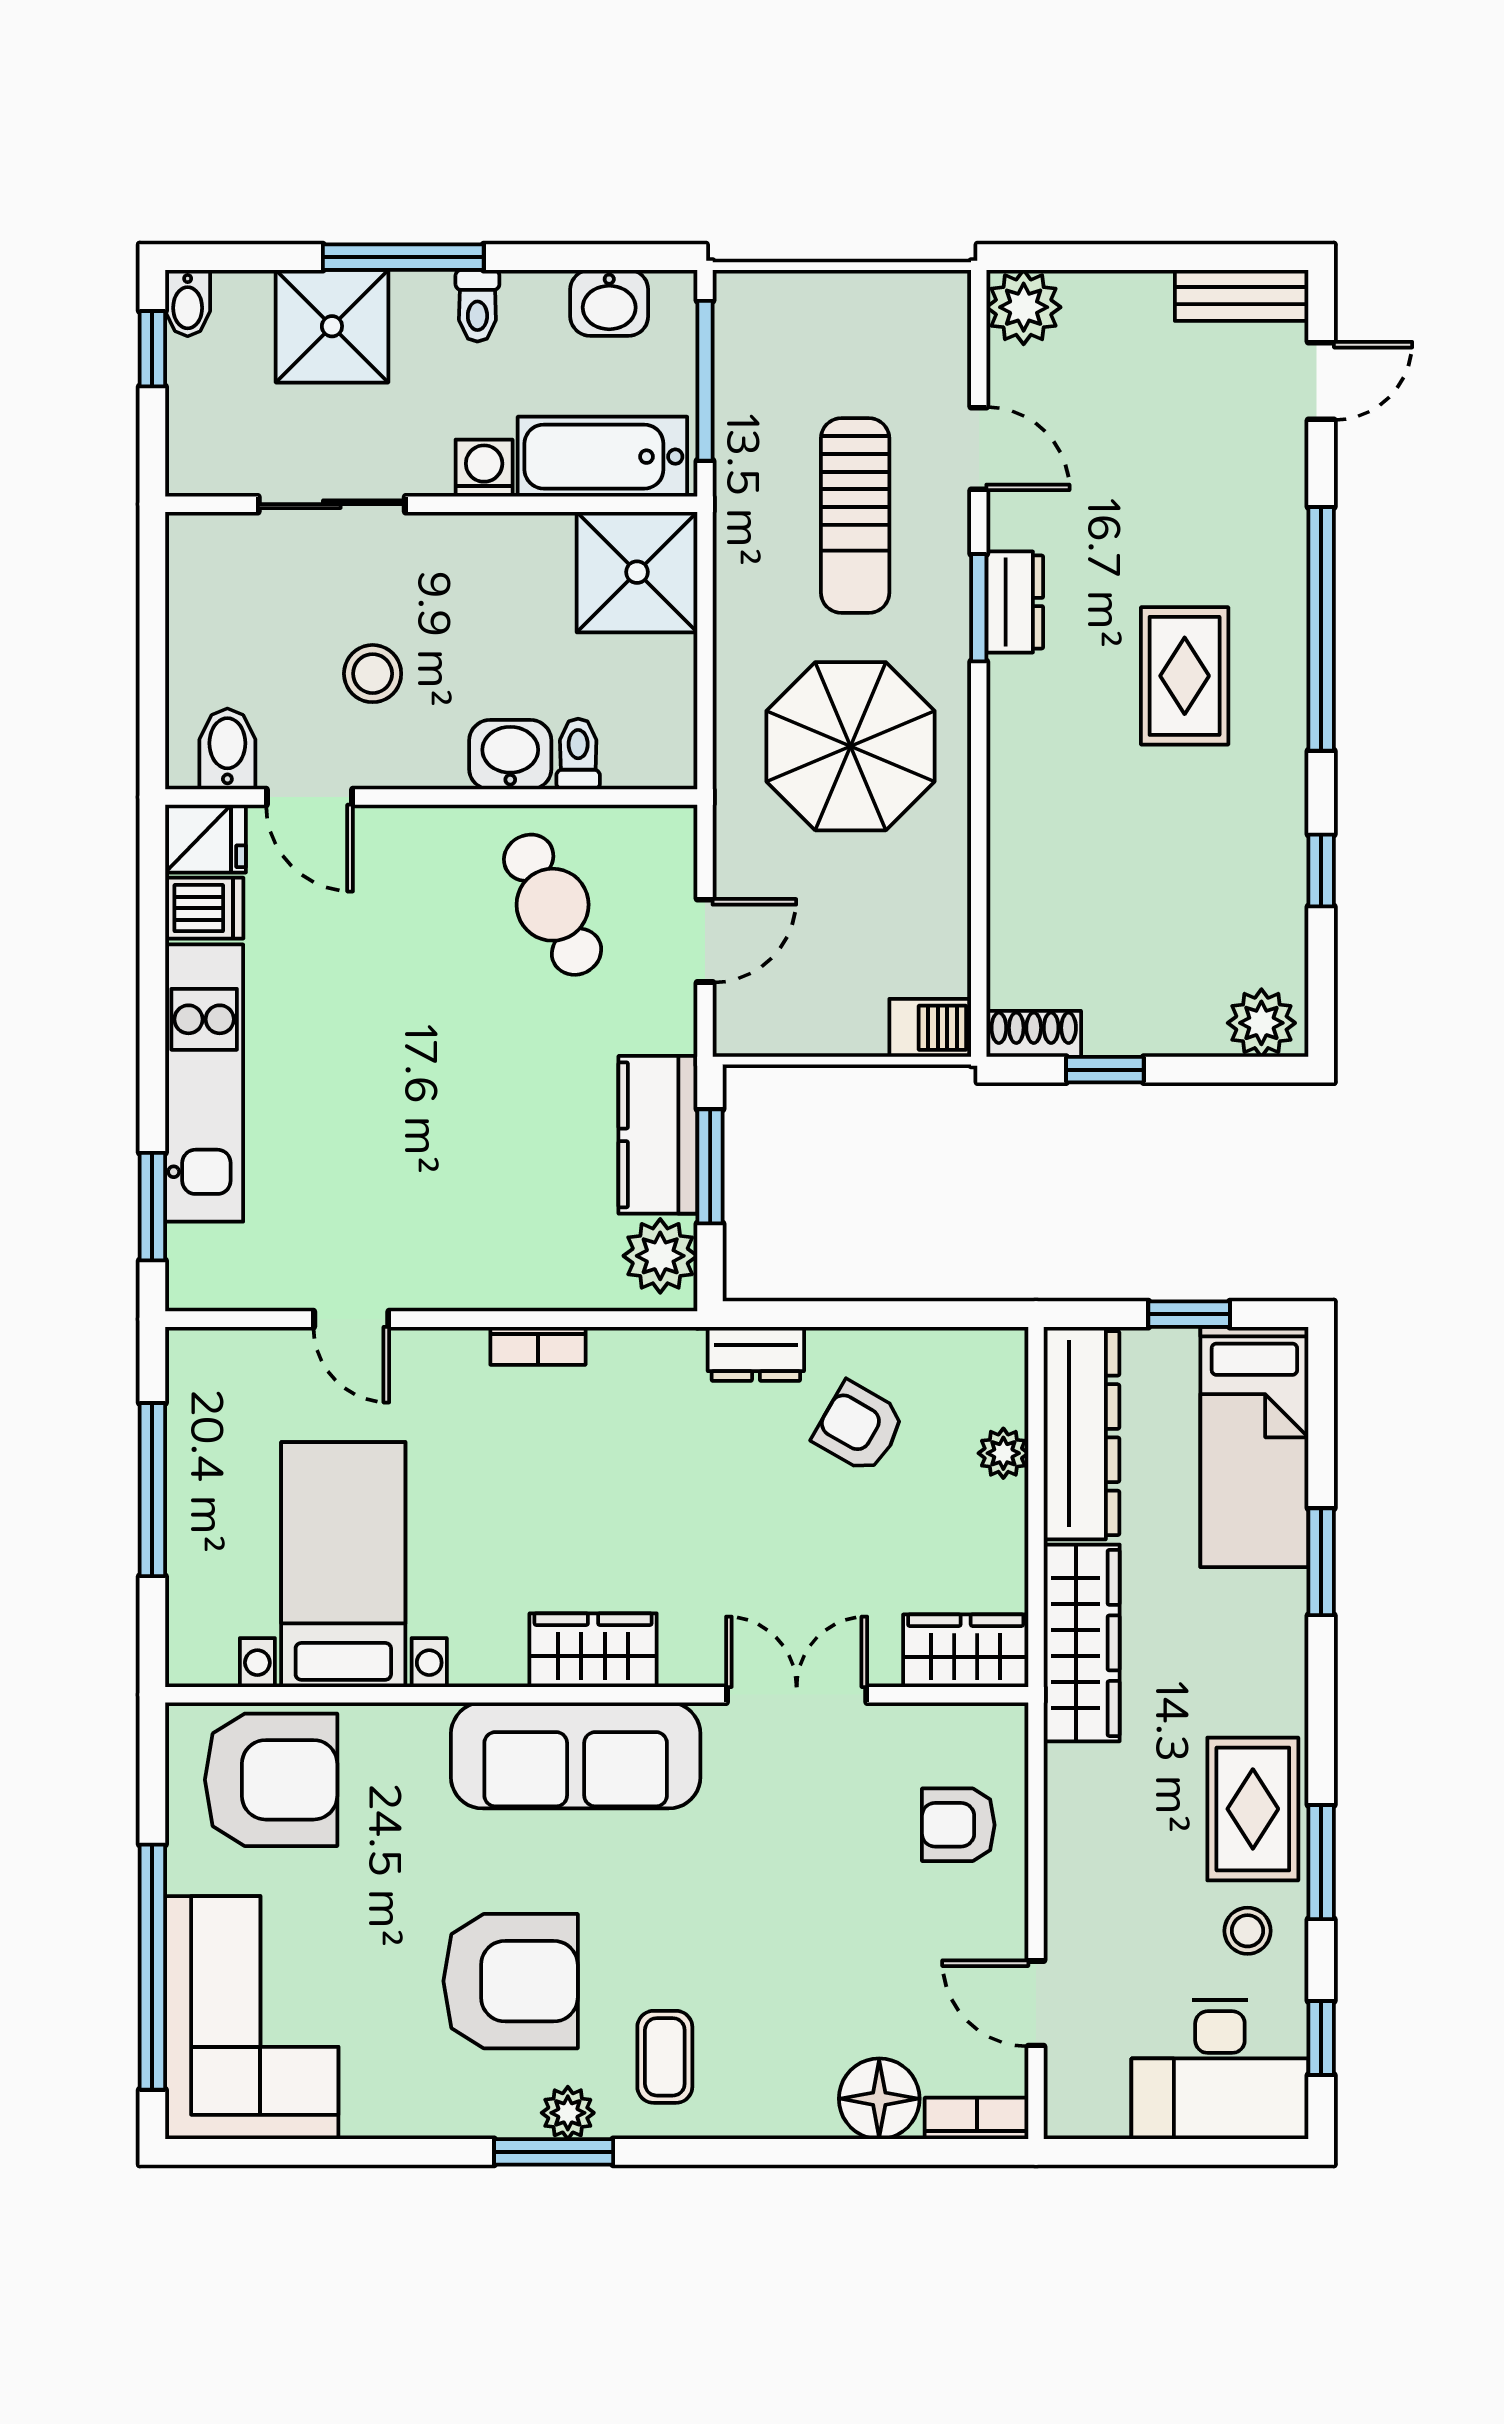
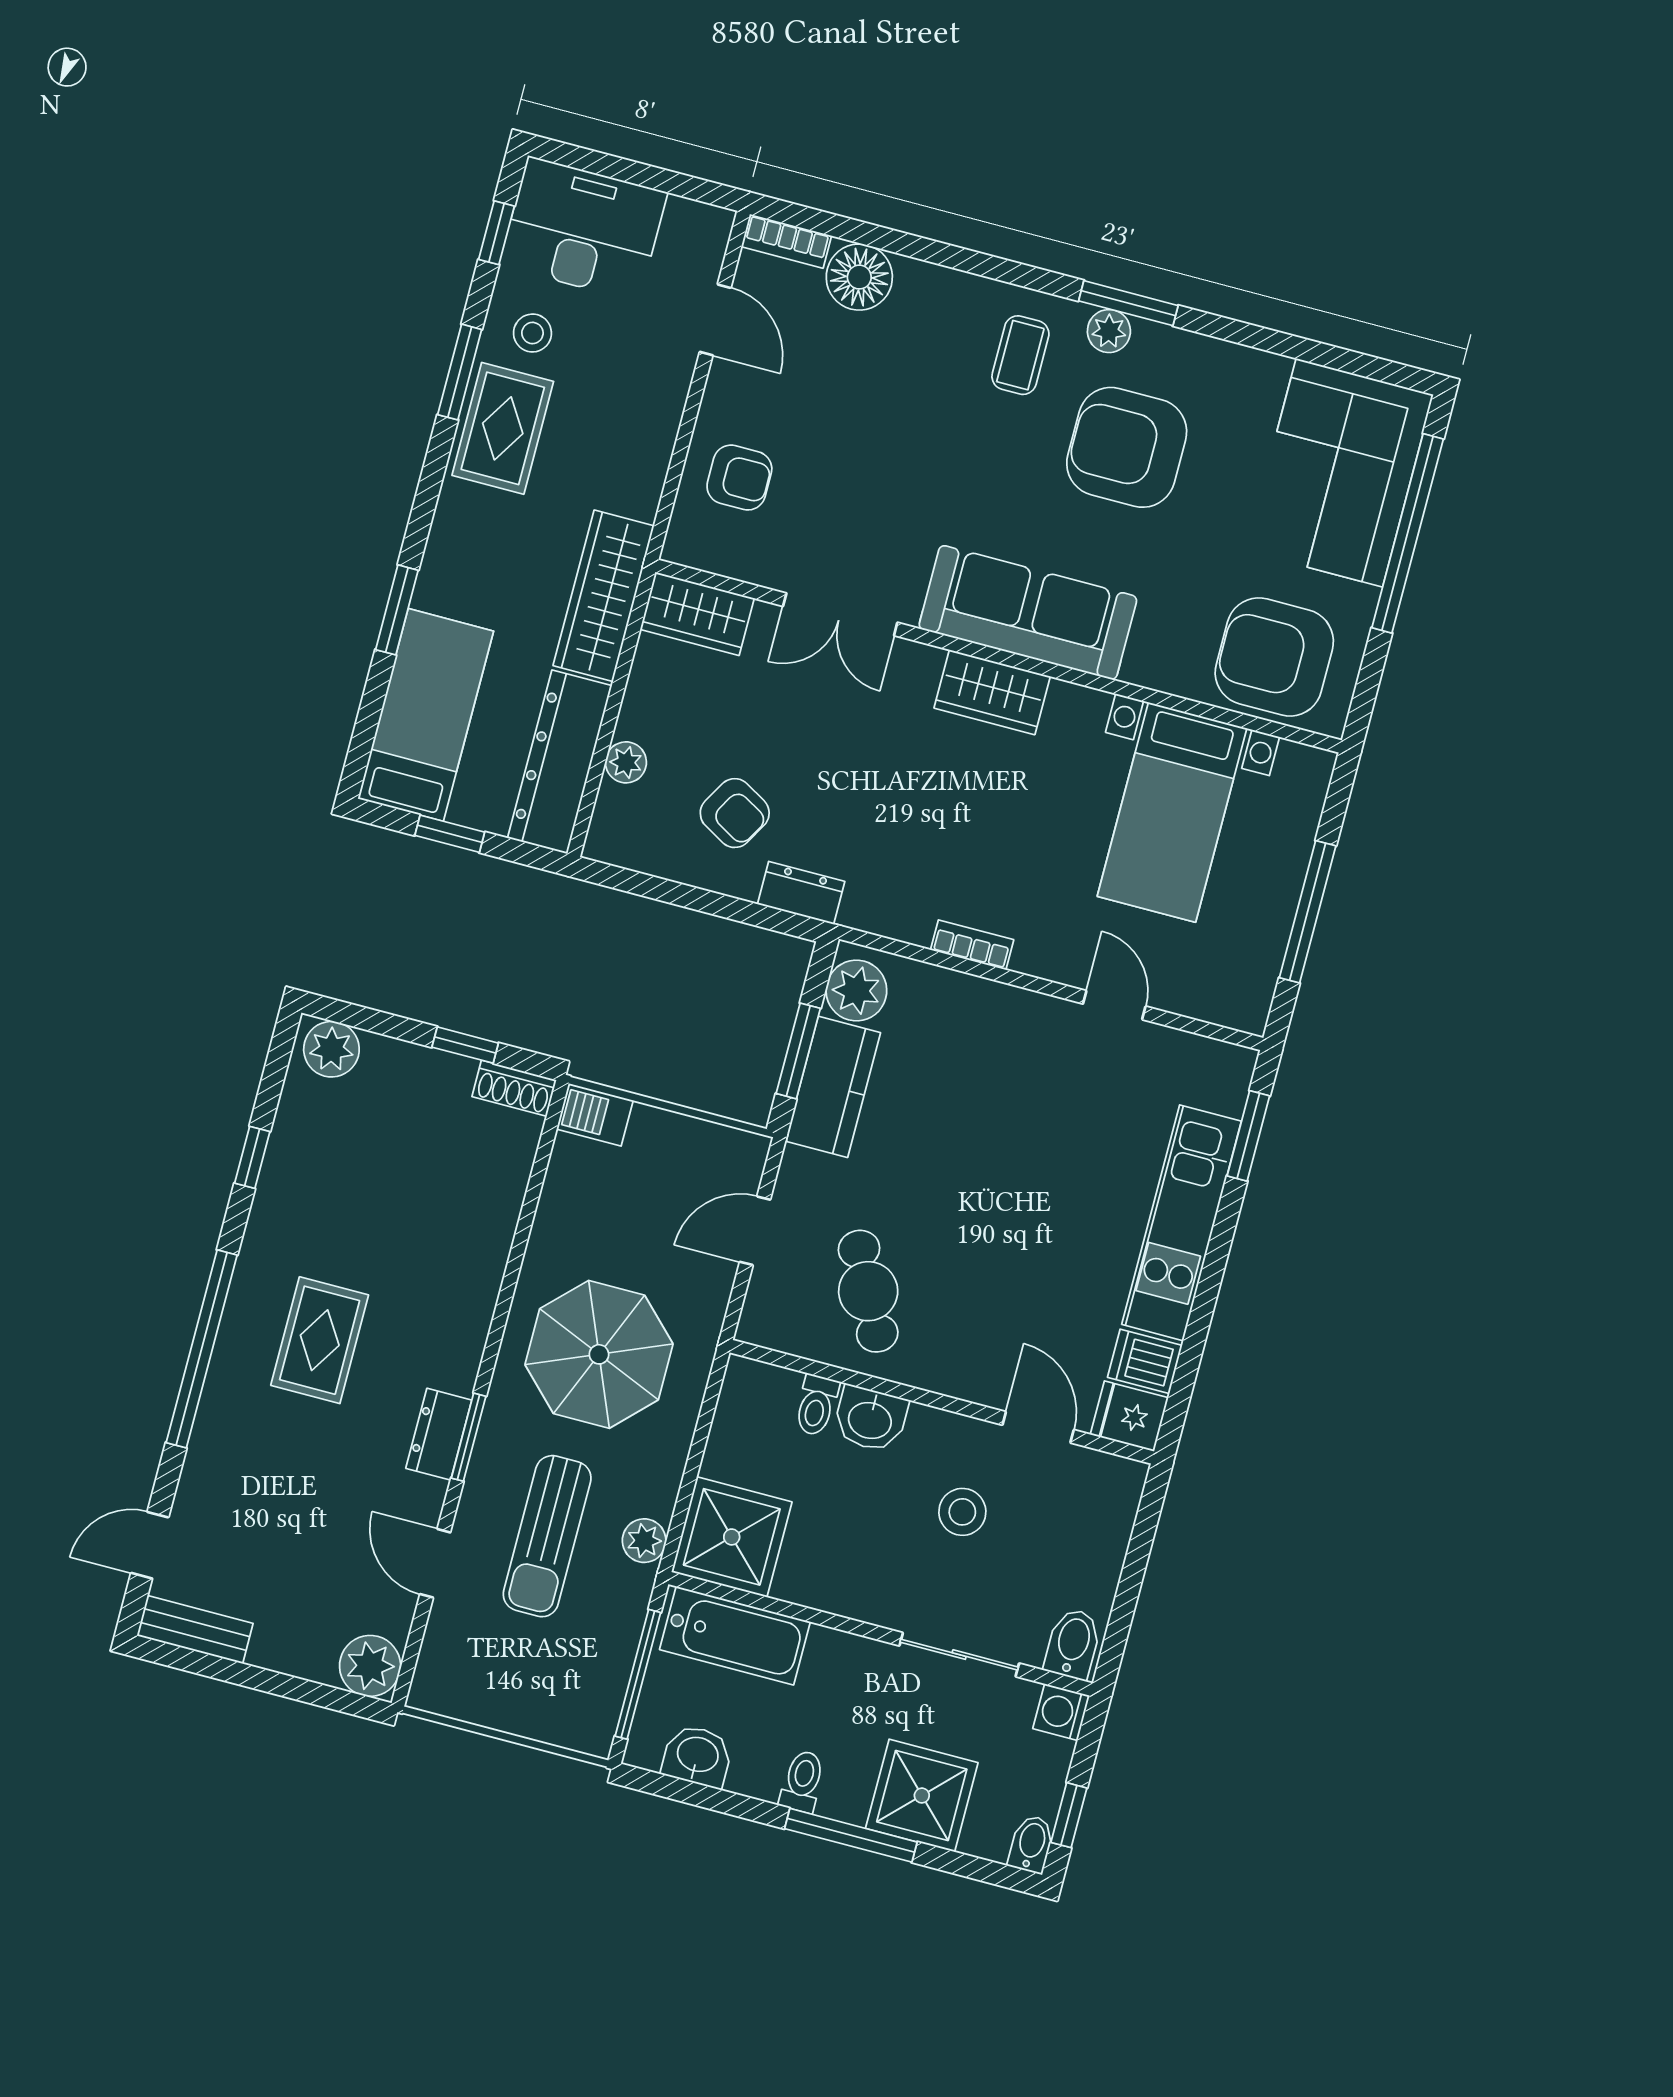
washing machine: (484, 468) -> (1061, 1712), moved, turned 90
sun lounger: (855, 515) -> (547, 1536), turned 180
plant: (739, 540) -> (644, 1541), added
bidet: (227, 749) -> (1073, 1644), moved, turned 180

